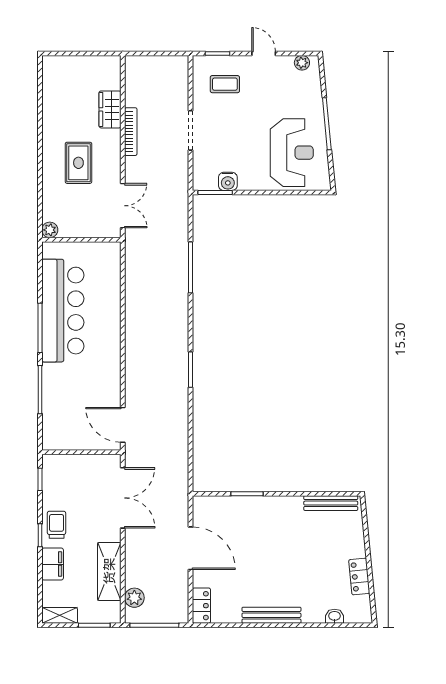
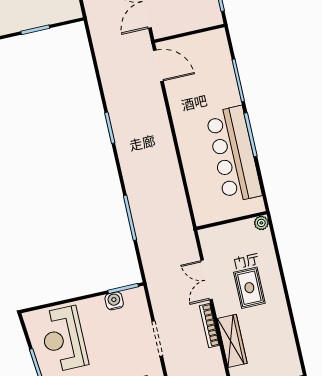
wardrobe: (110, 109) -> (232, 341), width x1.50
double door: (123, 206) -> (207, 280), moved

